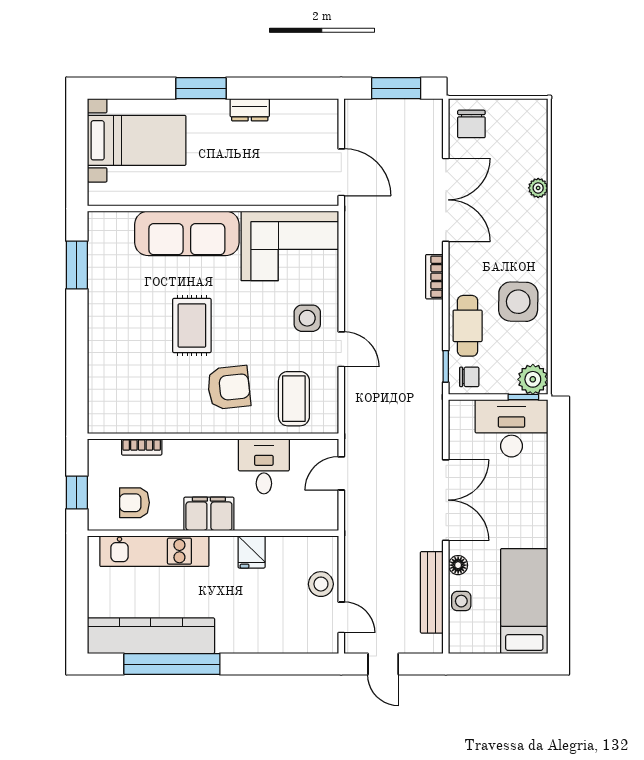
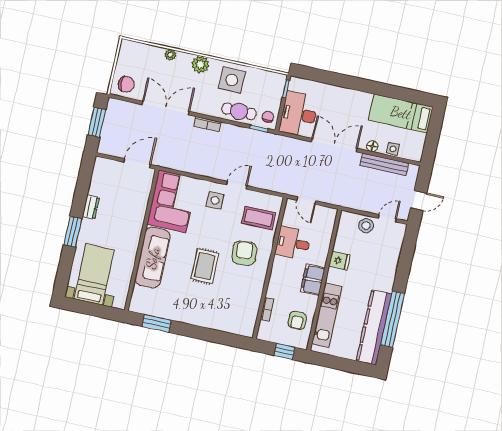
rug: (192, 326) -> (205, 266), turned 90
plant: (533, 379) -> (200, 64), moved
desk: (511, 428) -> (299, 114), moved

